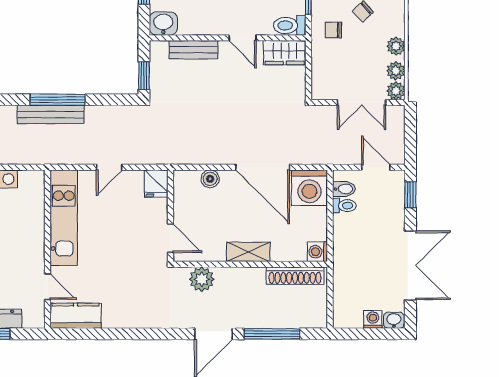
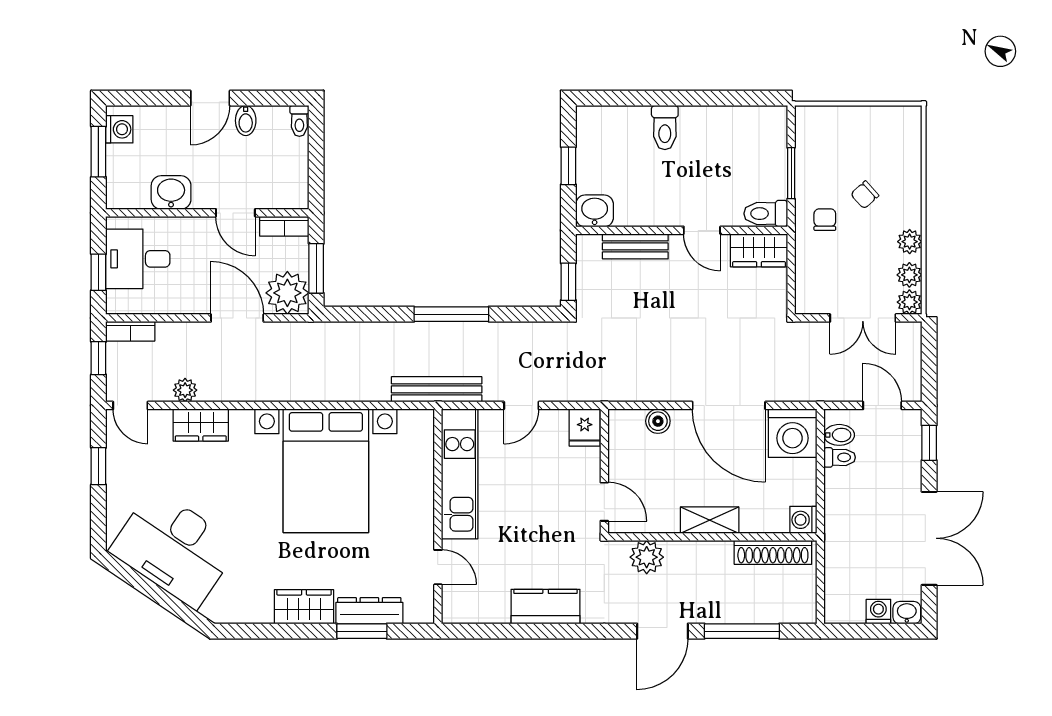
chair: (333, 30) -> (825, 220), turned 90
bench: (51, 114) -> (437, 389), moved
kitchen counter: (76, 316) -> (546, 607), moved

